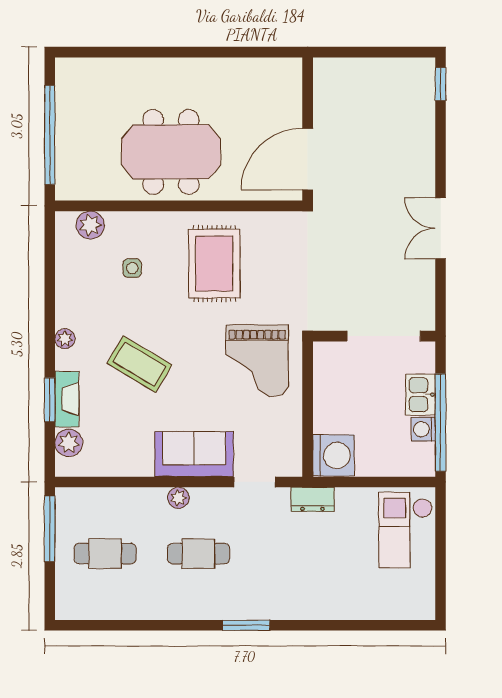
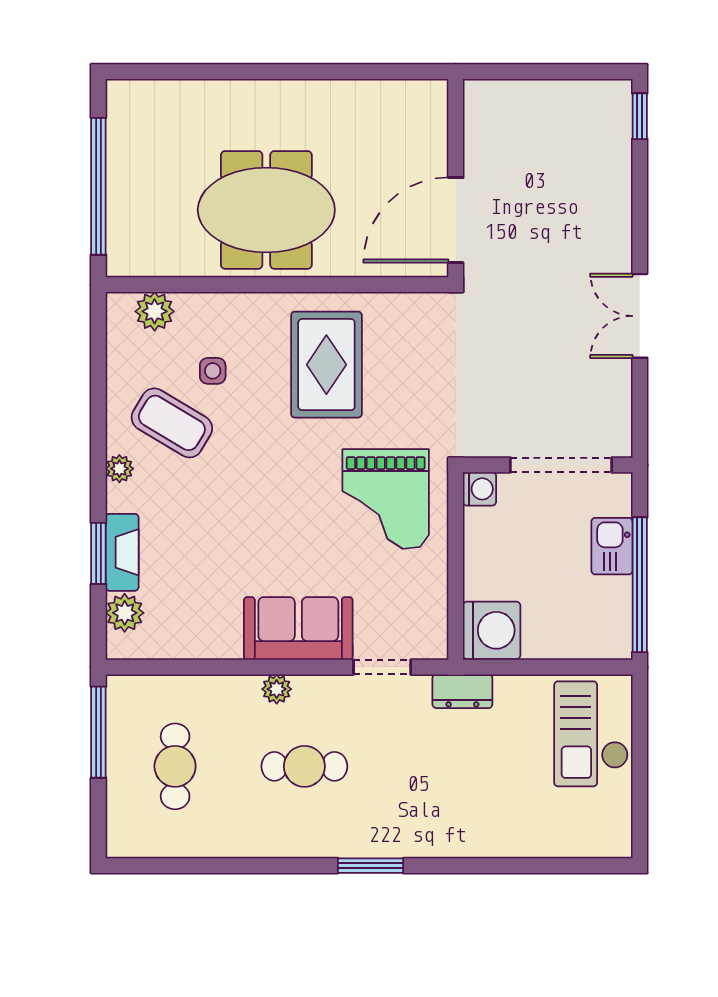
coffee table: (139, 364) -> (172, 423), moved
washing machine: (423, 429) -> (480, 489), moved, turned 180
cafe table: (105, 554) -> (175, 766), turned 90

